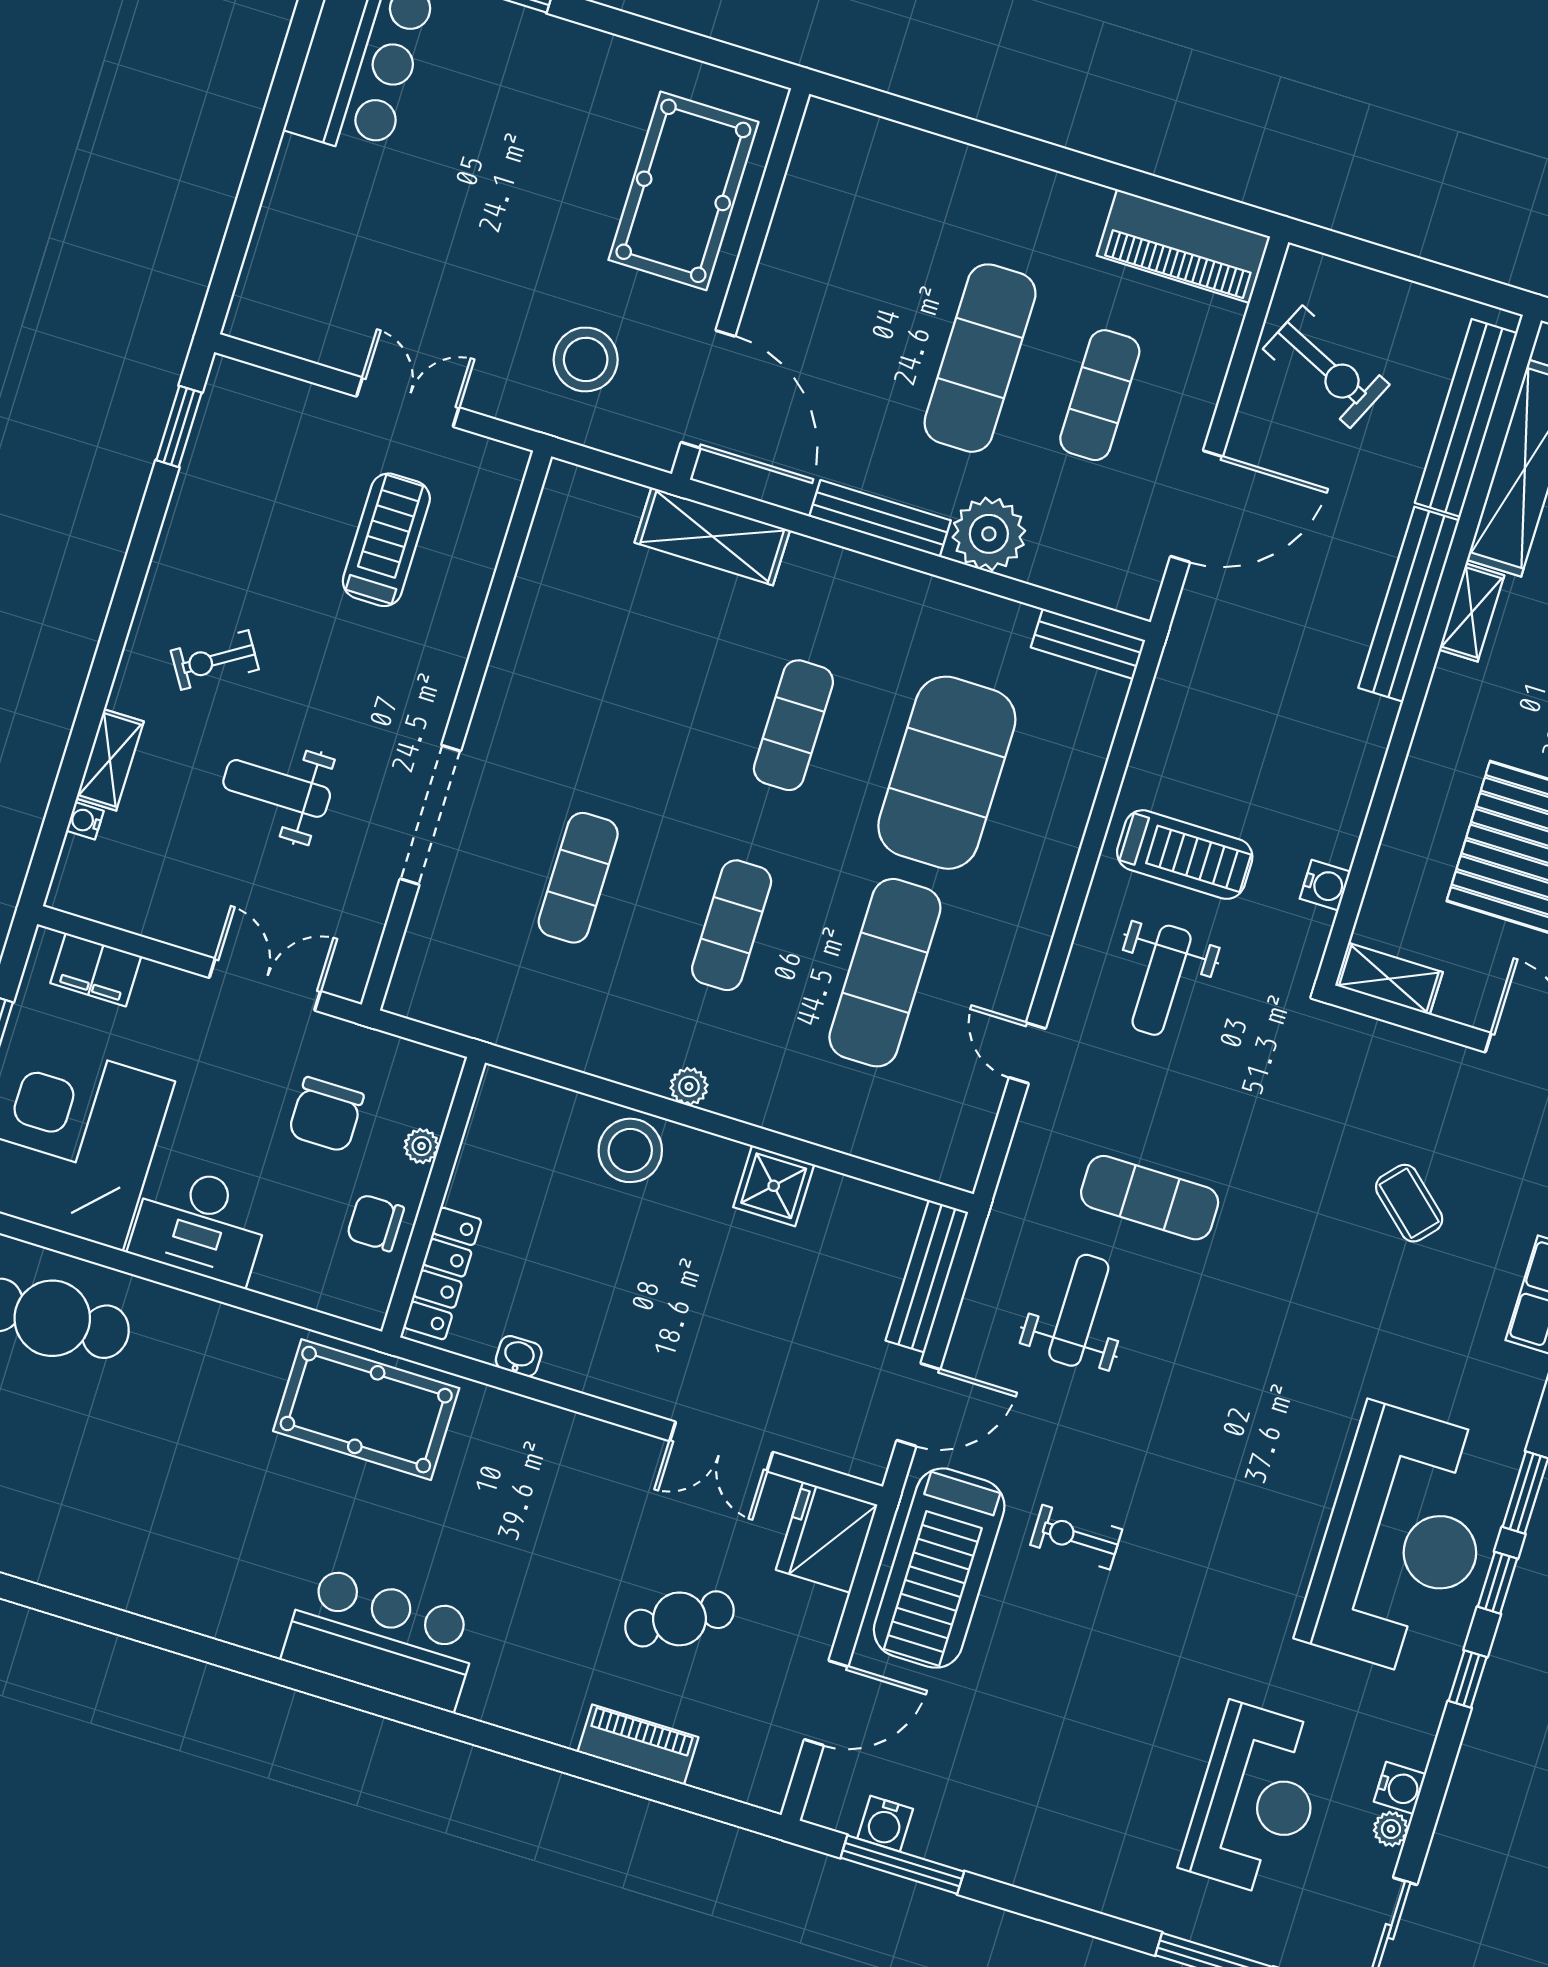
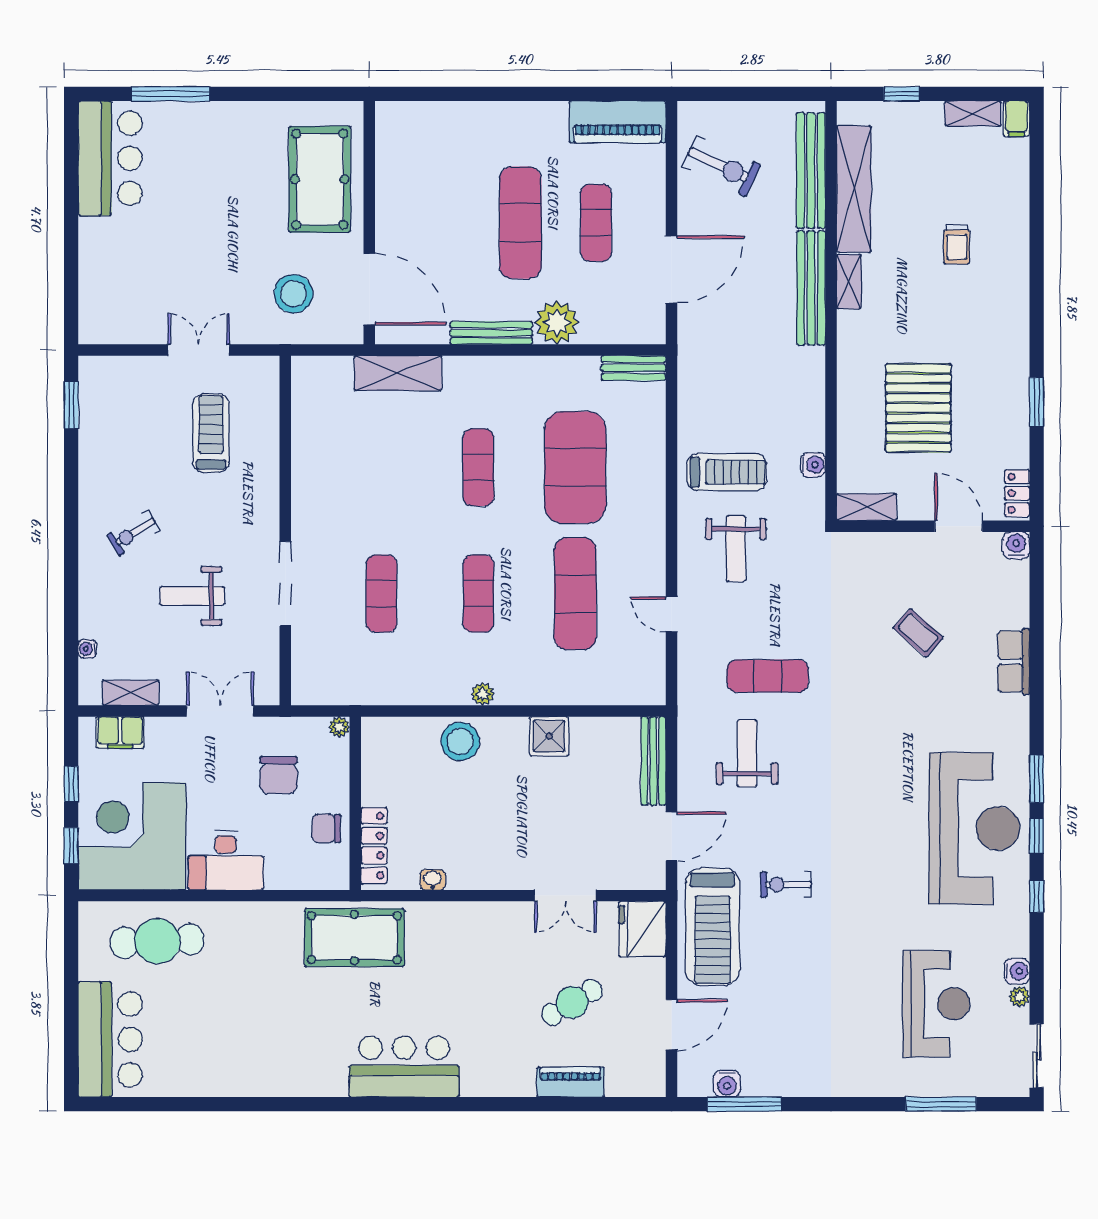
shelving: (110, 760) -> (130, 693), moved, turned 90
plant: (422, 1146) -> (339, 727), moved

